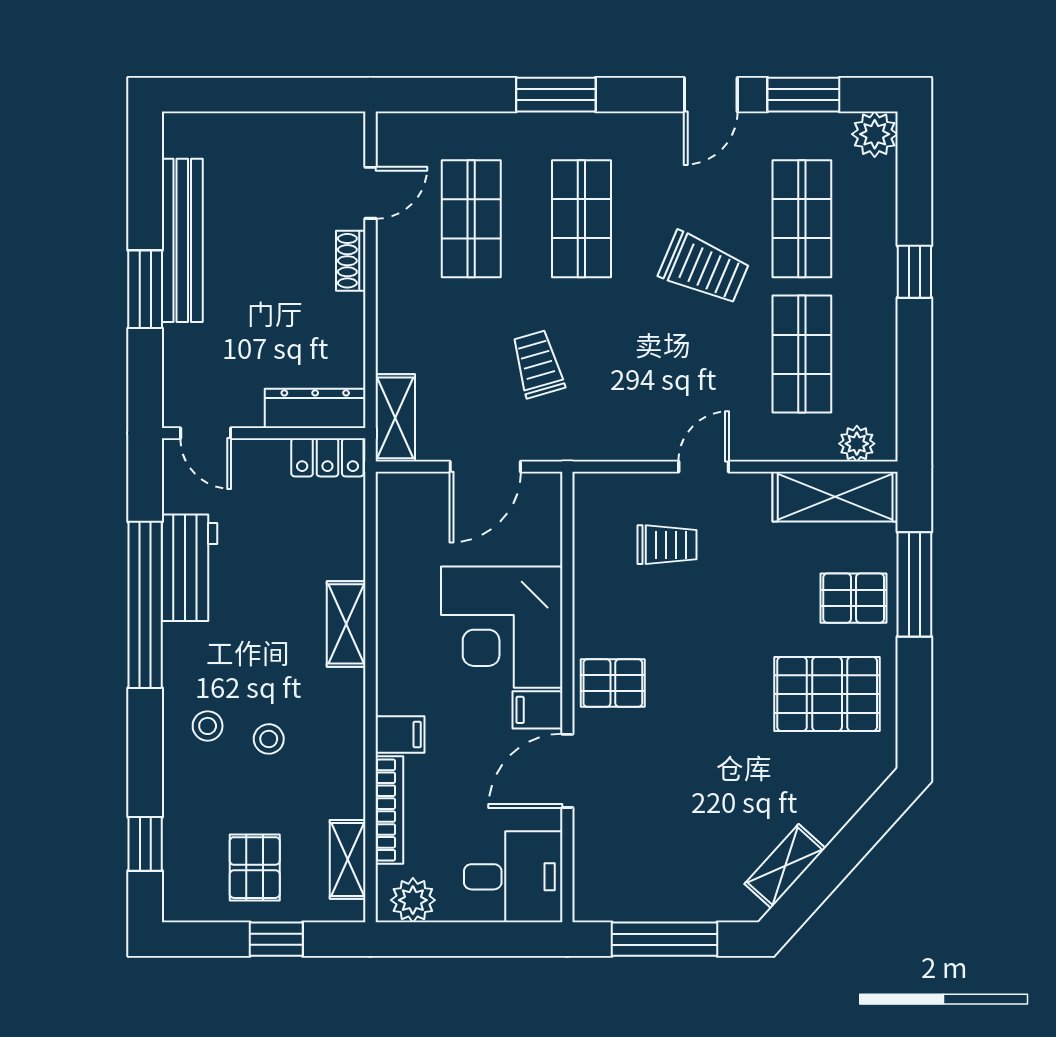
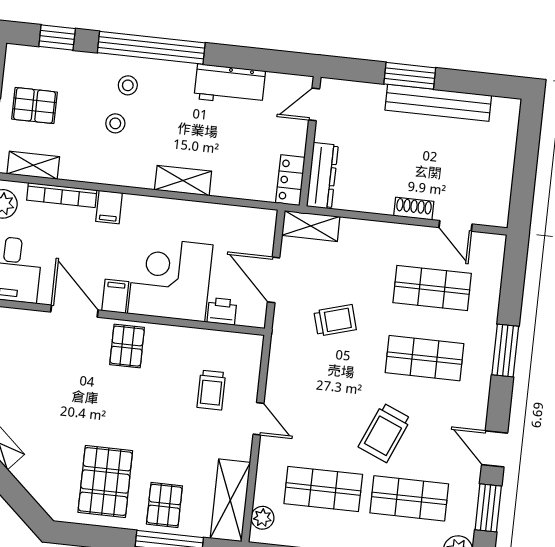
printer: (543, 542) -> (222, 311), added
window: (145, 605) -> (151, 48), moved

